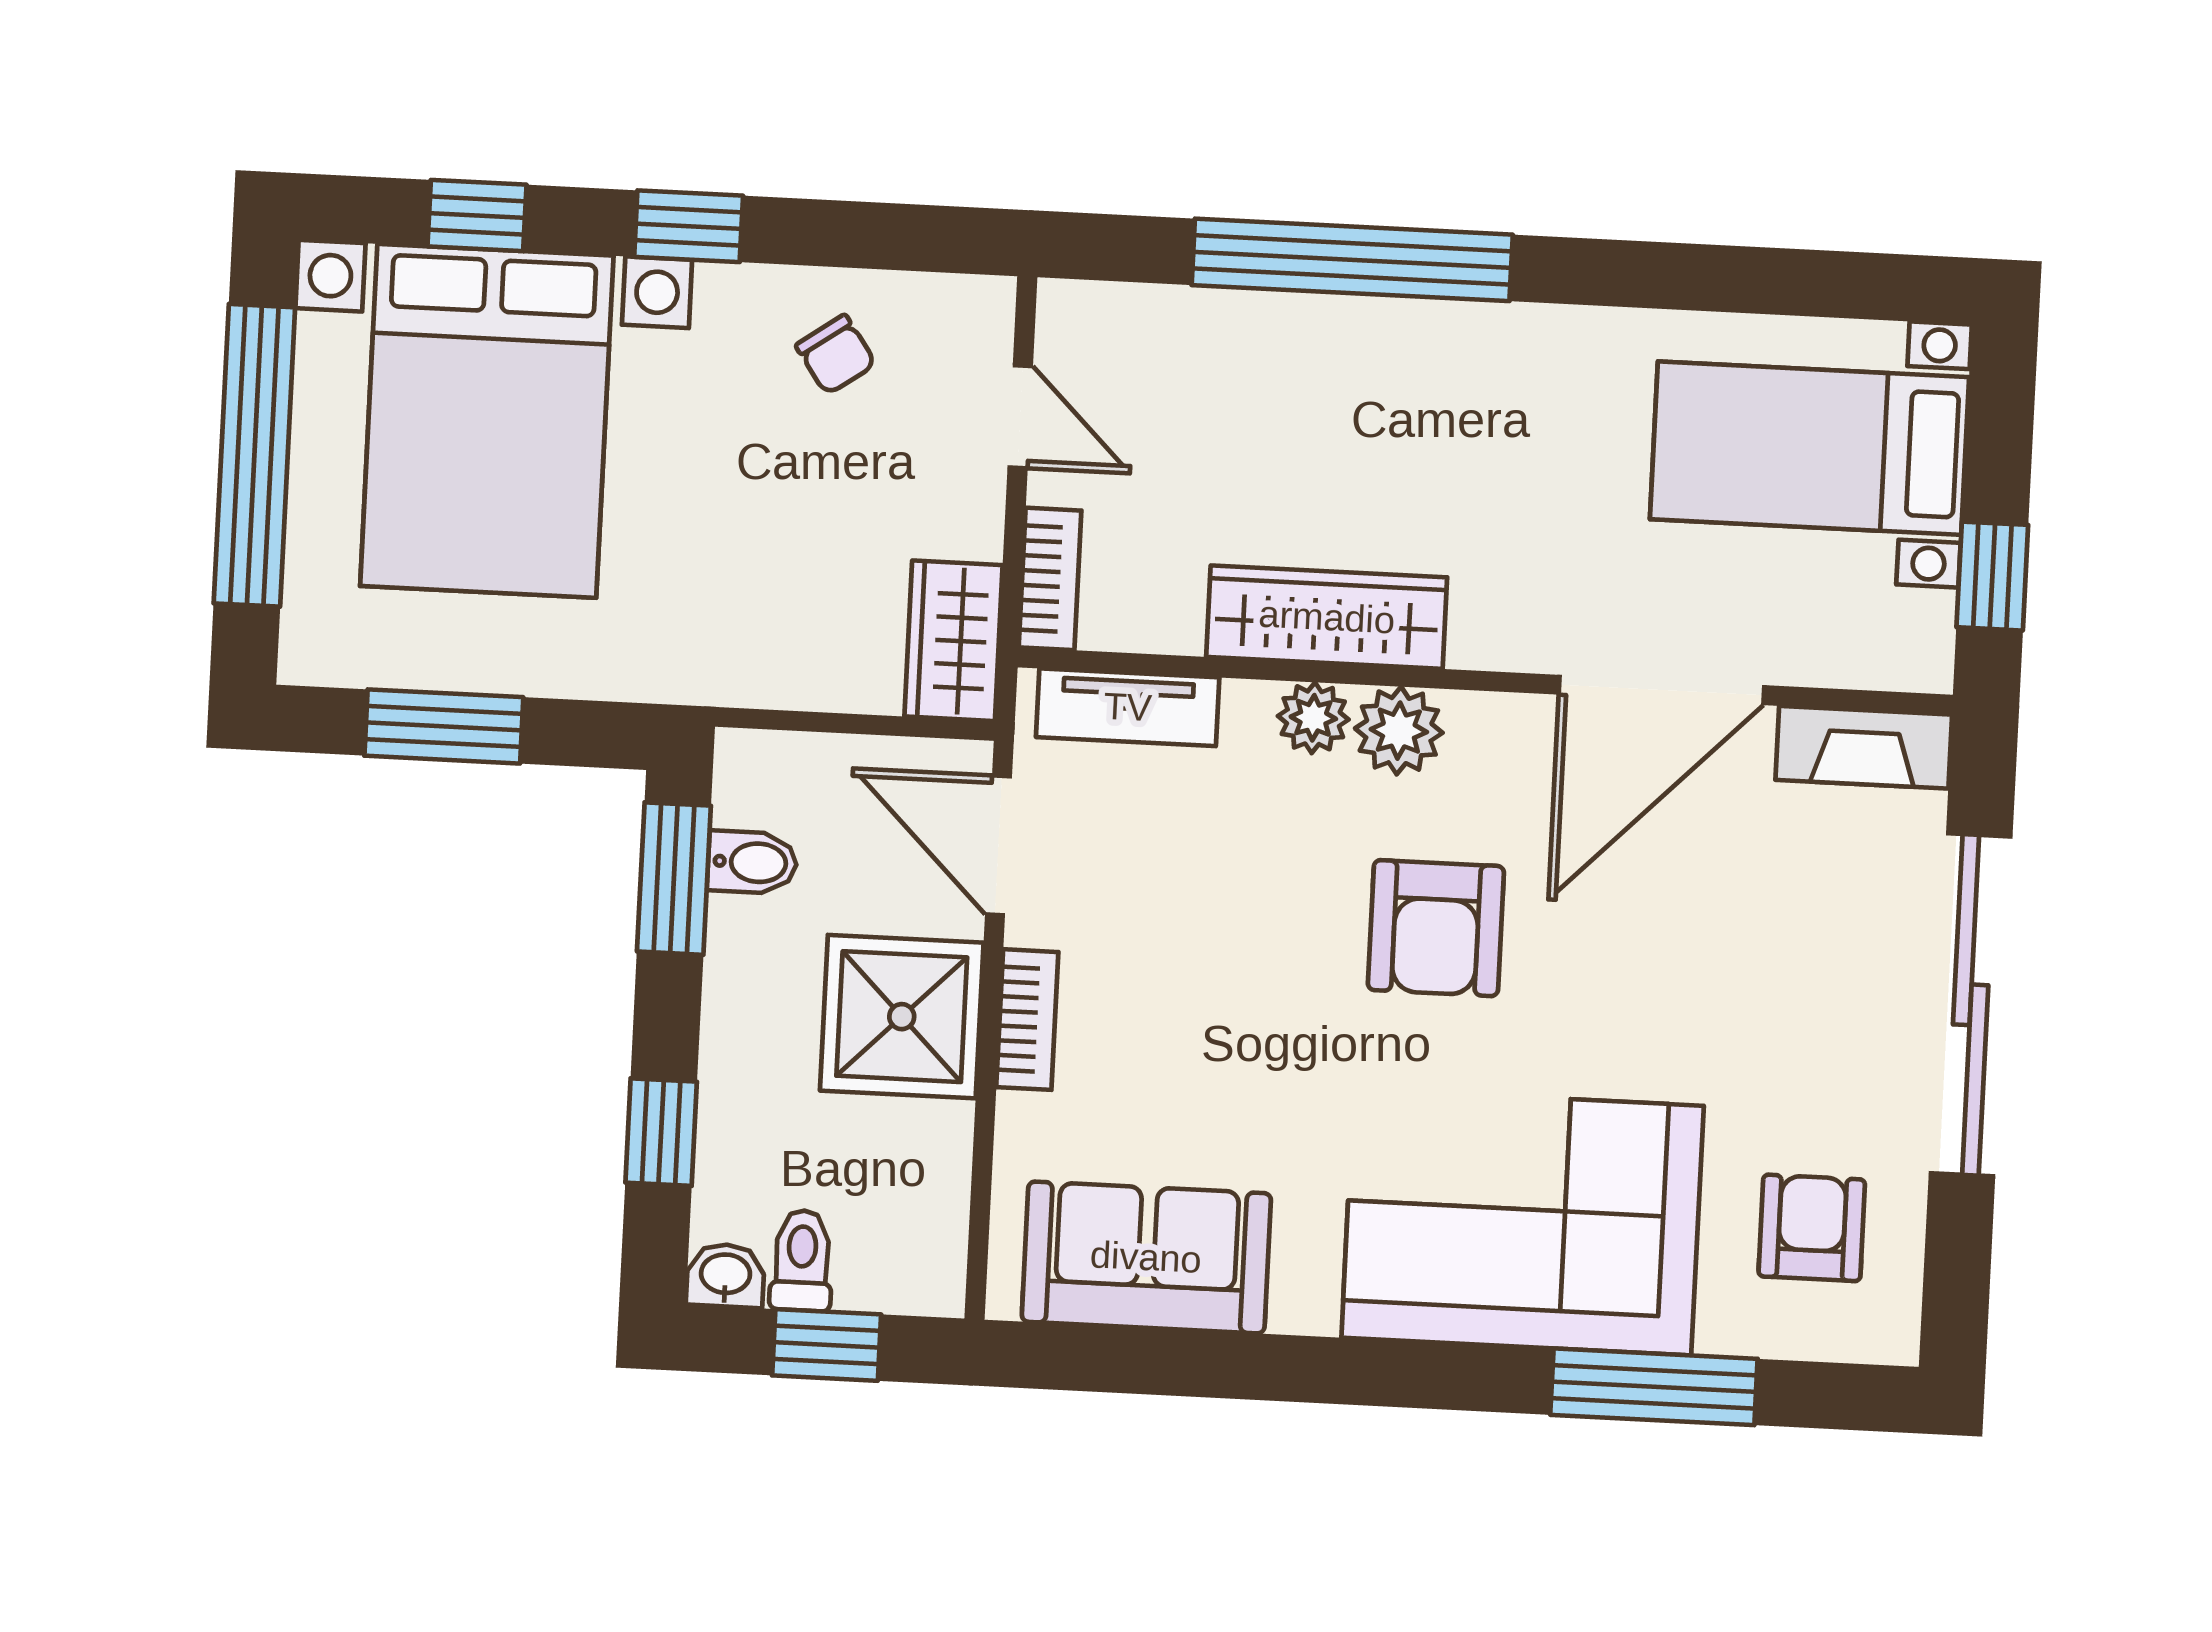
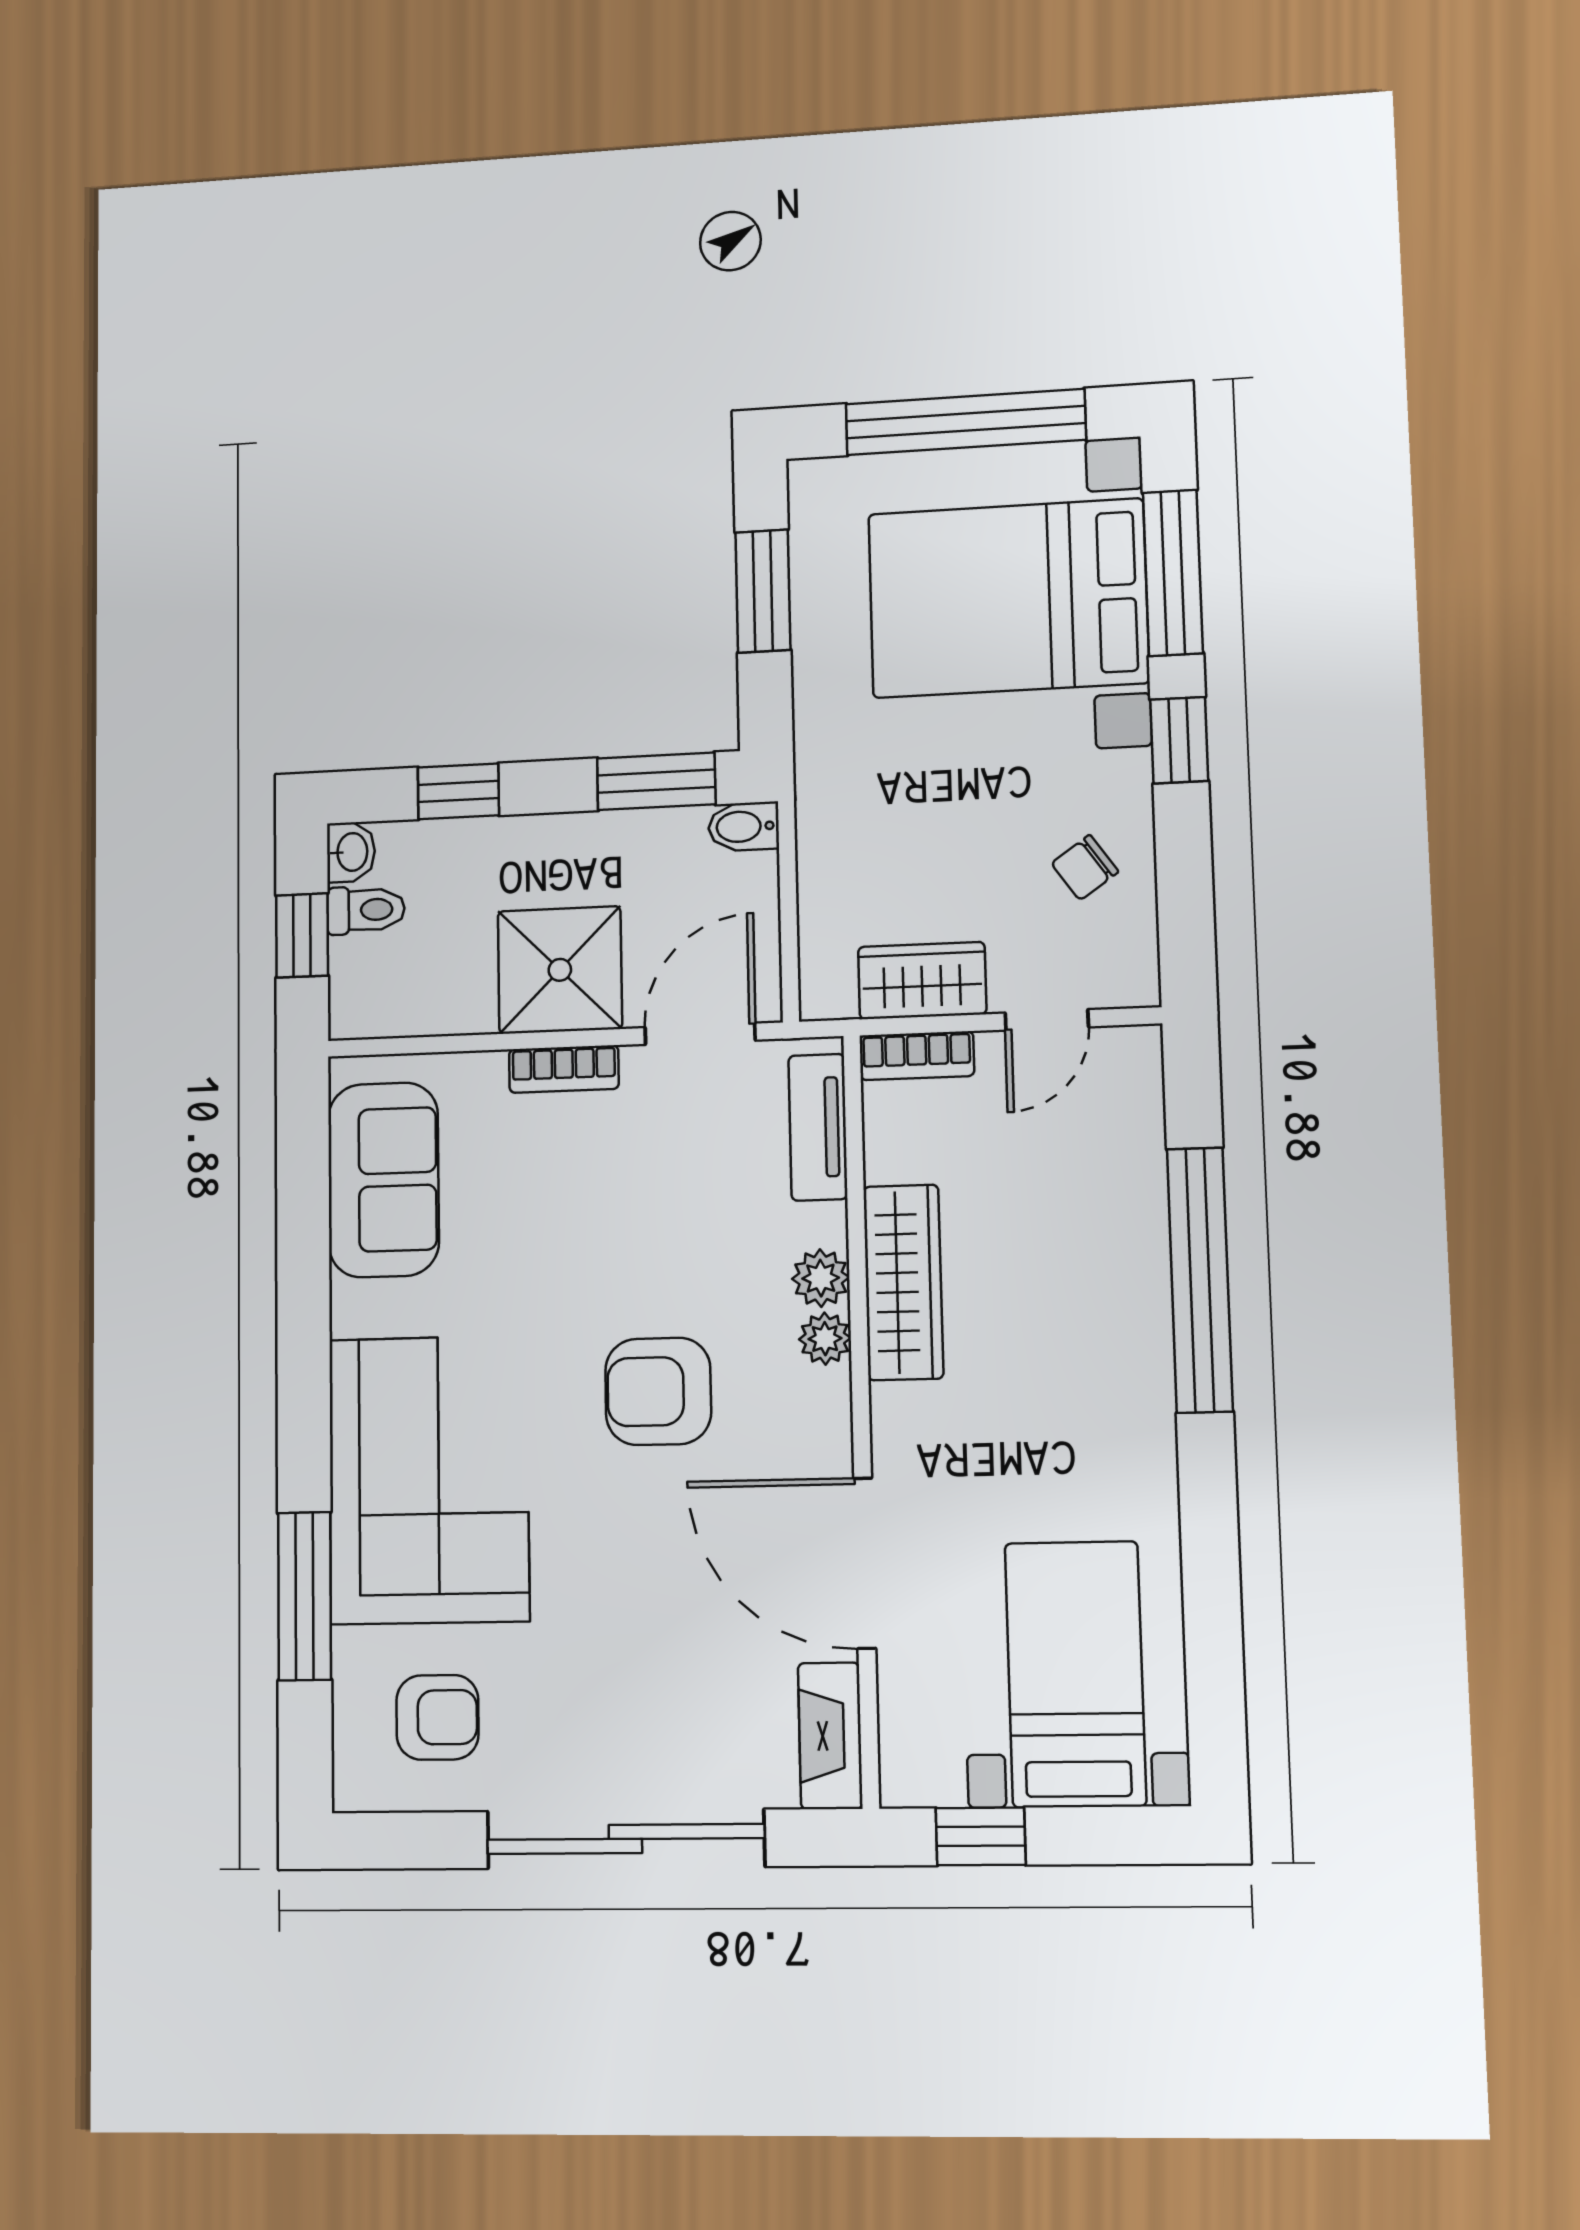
window: (477, 216) -> (1173, 573), width x2.17
wardrobe: (954, 641) -> (922, 980), moved
plant: (1399, 731) -> (825, 1339), width x0.73, depth x0.73
bidet: (752, 862) -> (744, 827), moved, turned 90

